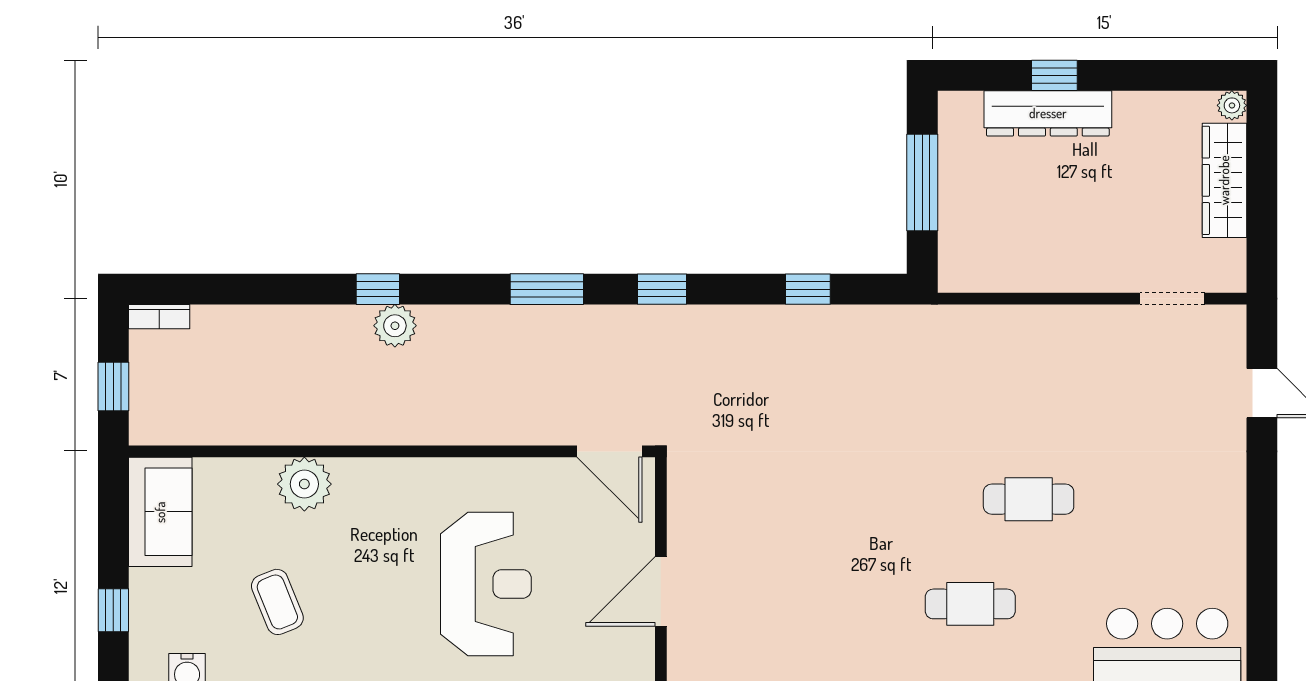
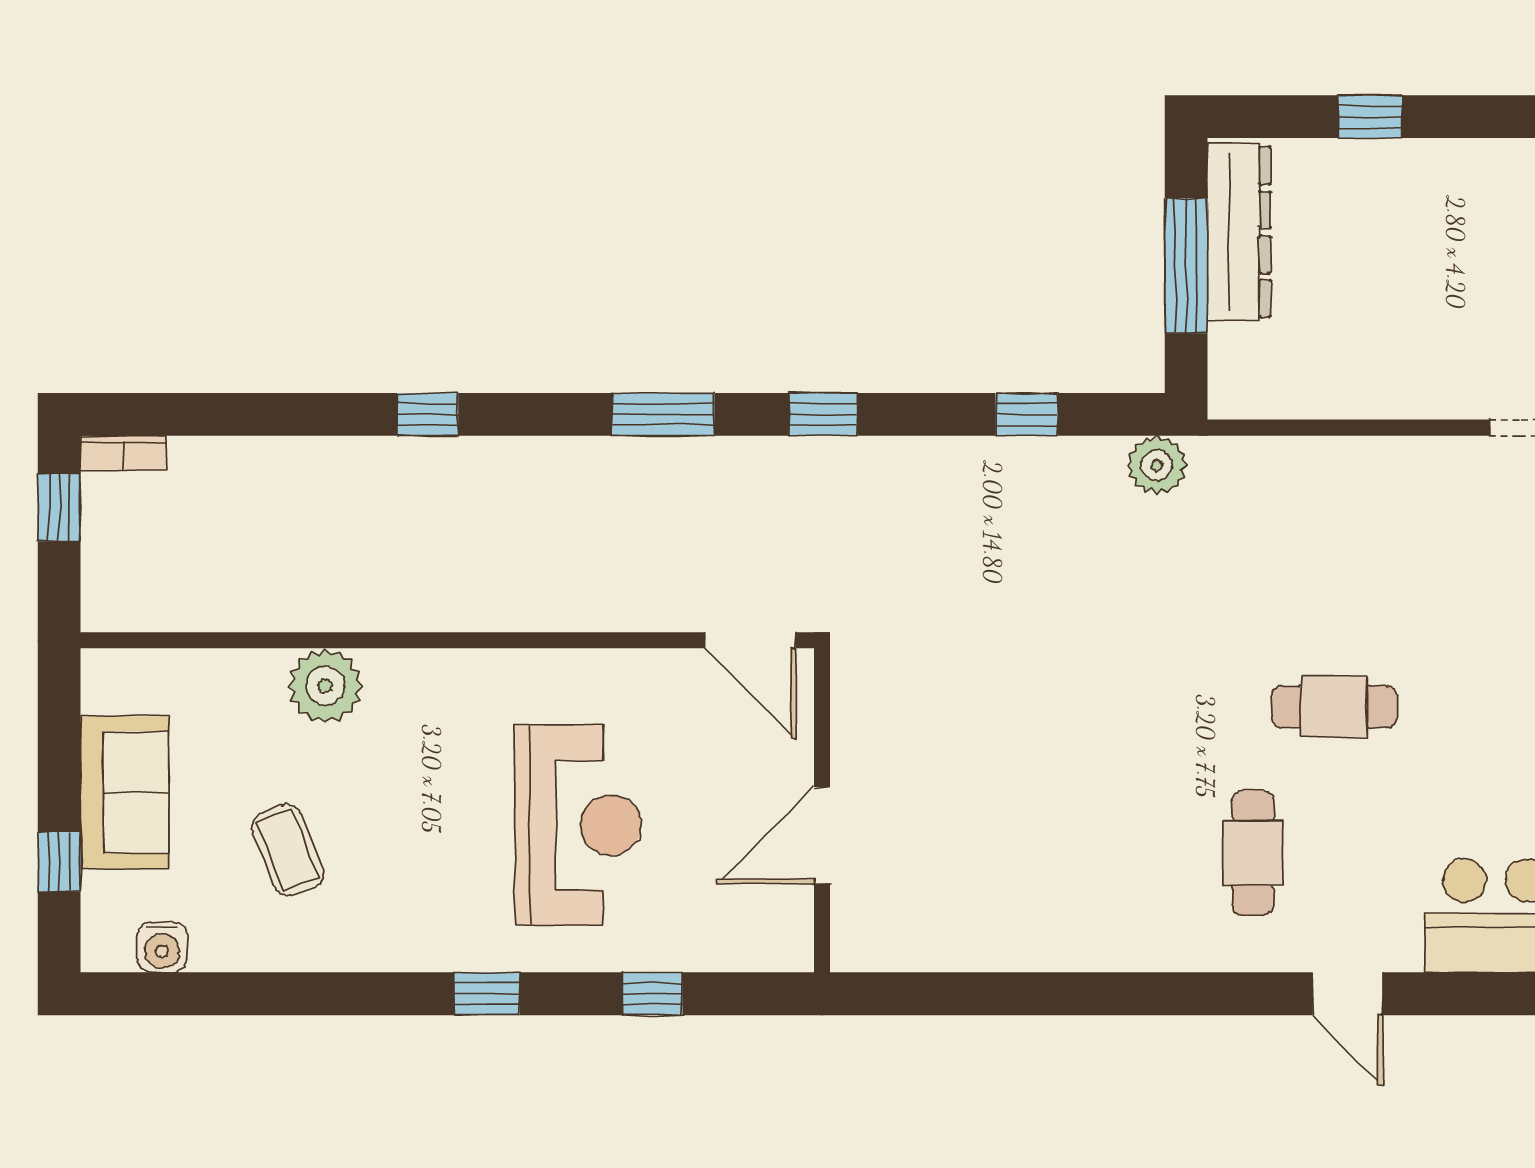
dresser: (1048, 113) -> (1239, 232), moved, turned -90
plant: (395, 326) -> (1157, 465), moved
window: (113, 386) -> (59, 507), moved
sofa: (160, 512) -> (125, 793), moved
cafe table: (970, 604) -> (1253, 853), turned 90

